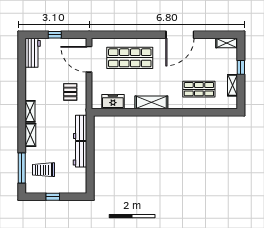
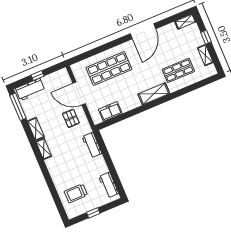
workbench: (33, 53) -> (30, 90), moved, turned 90
door: (89, 59) -> (79, 93), moved
shelving: (151, 102) -> (154, 94), moved
shelving: (30, 135) -> (36, 129), moved
workbench: (80, 154) -> (109, 185), moved
window: (22, 168) -> (18, 107), moved

